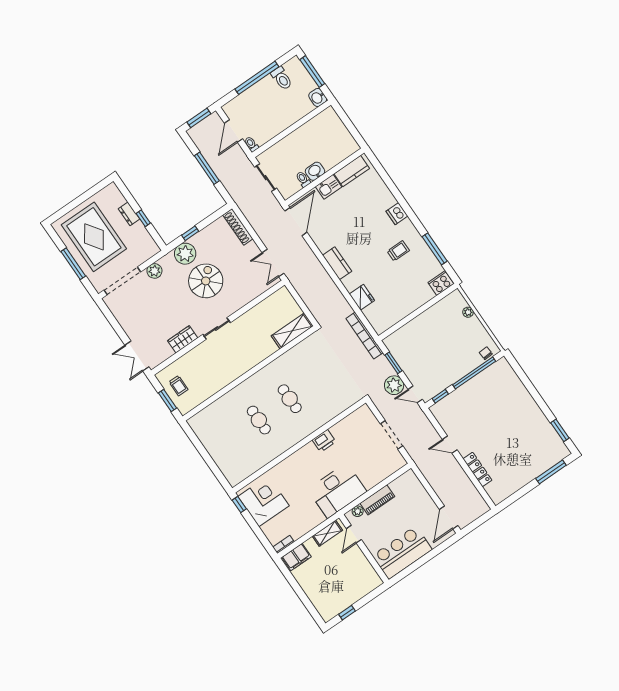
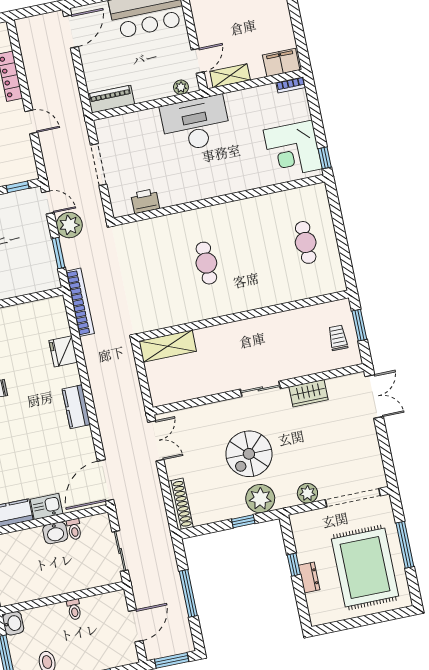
toilet: (251, 144) -> (74, 610), moved
cafe table: (259, 420) -> (306, 242), moved
printer: (324, 441) -> (145, 201), moved
piano: (377, 500) -> (111, 99), moved

